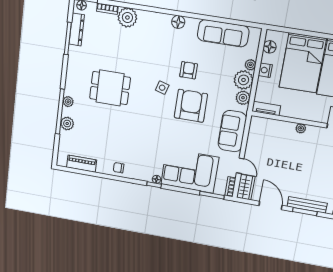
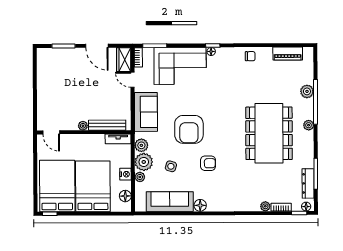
plant: (127, 17) -> (265, 206), width x0.53, depth x0.53
floor lamp: (178, 22) -> (200, 205), moved
armchair: (189, 70) -> (208, 163), moved, turned -90
dining table: (110, 88) -> (269, 133), width x1.87, depth x1.24
side table: (162, 88) -> (171, 166), moved
plant: (68, 102) -> (309, 125), moved
bench: (307, 205) -> (107, 125), moved

